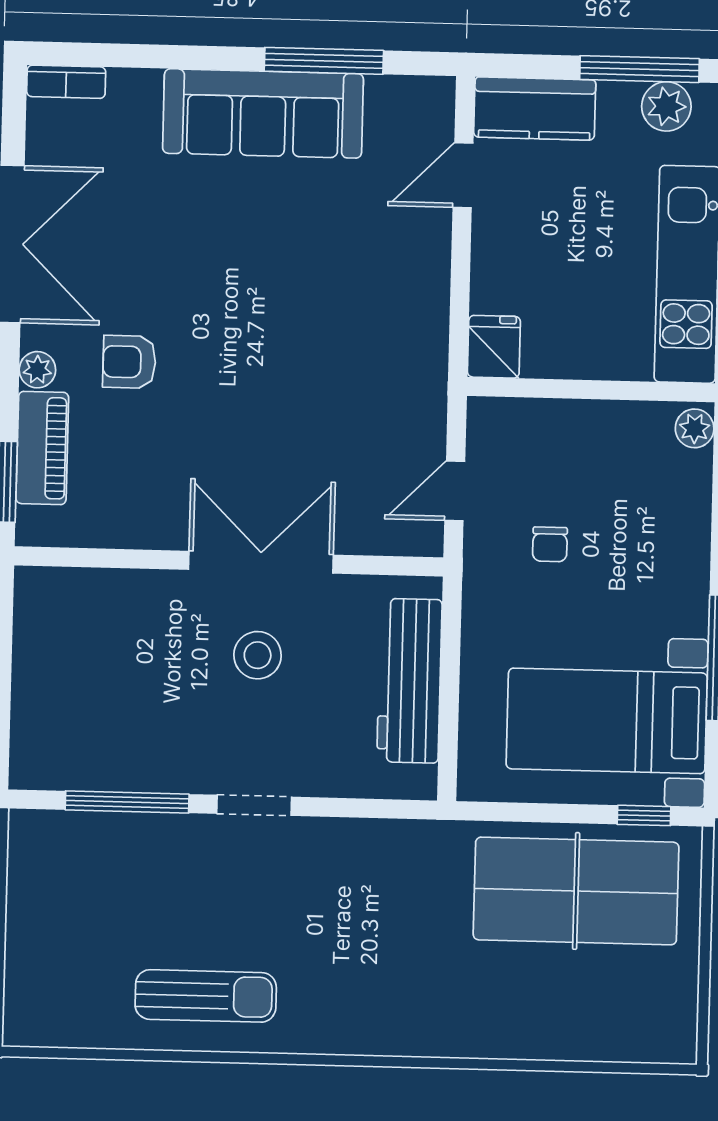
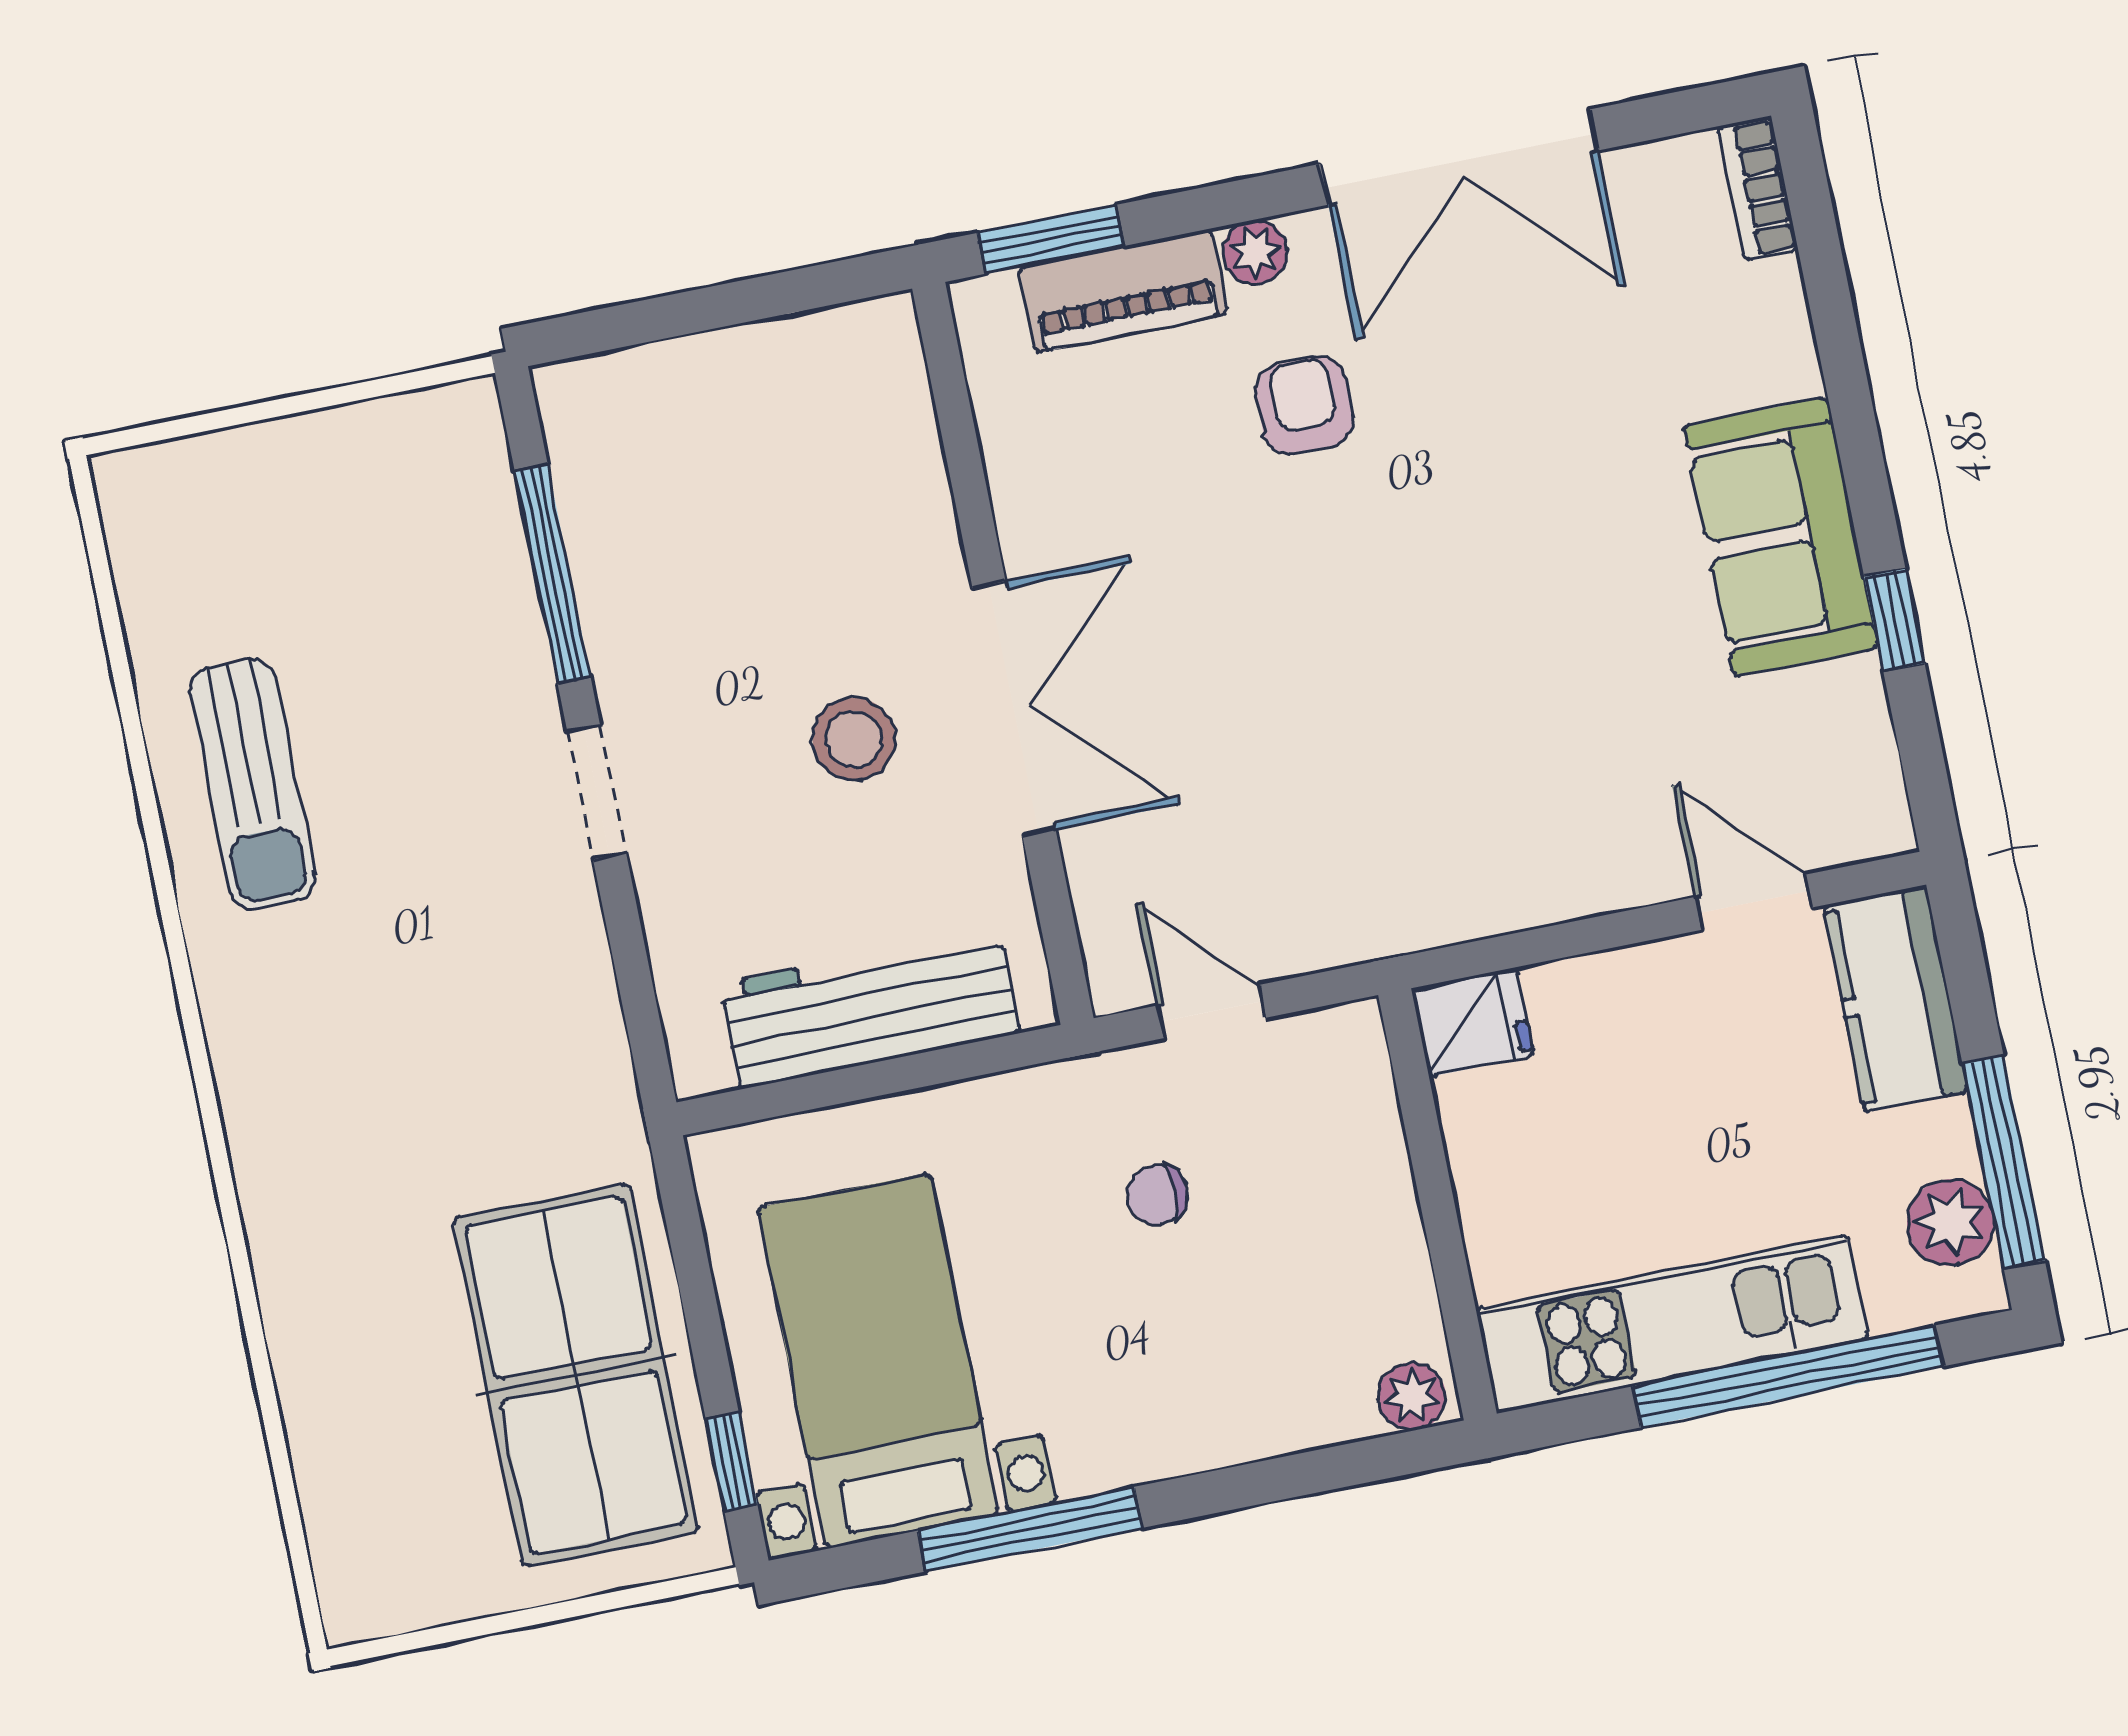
window: (324, 61) -> (1894, 620), width x0.46
sofa: (263, 113) -> (1781, 537), width x0.73

